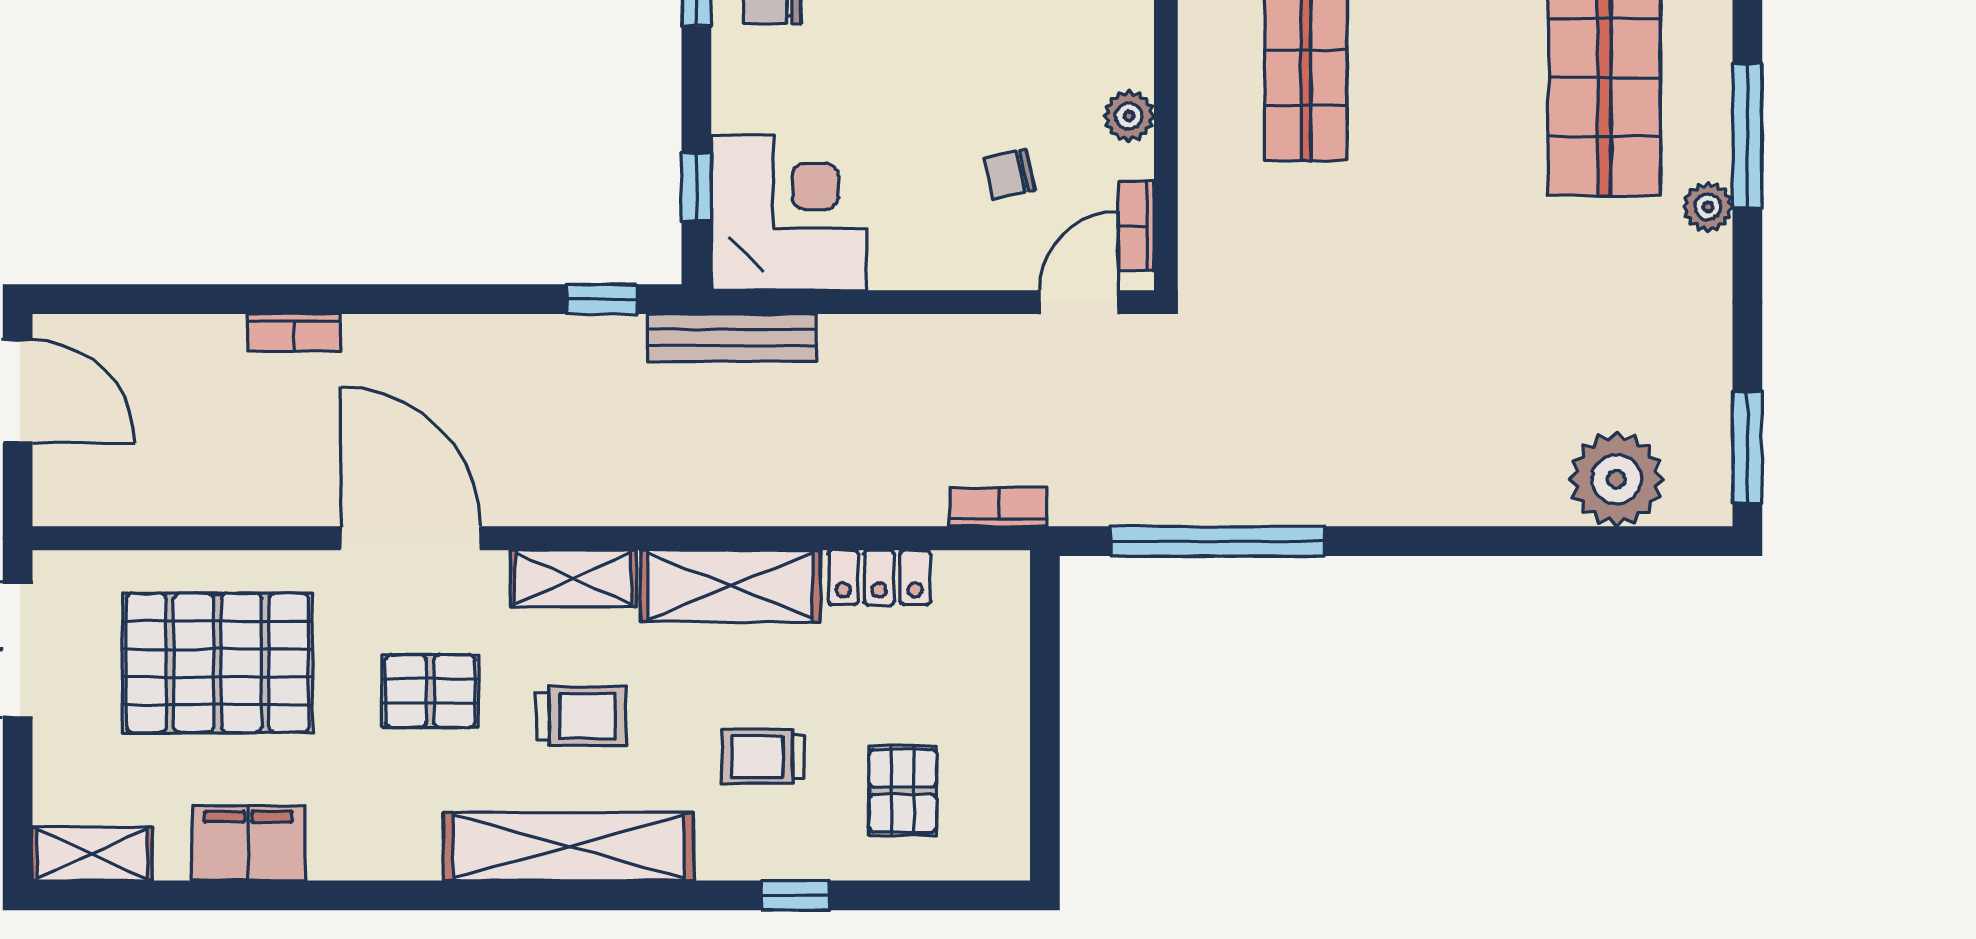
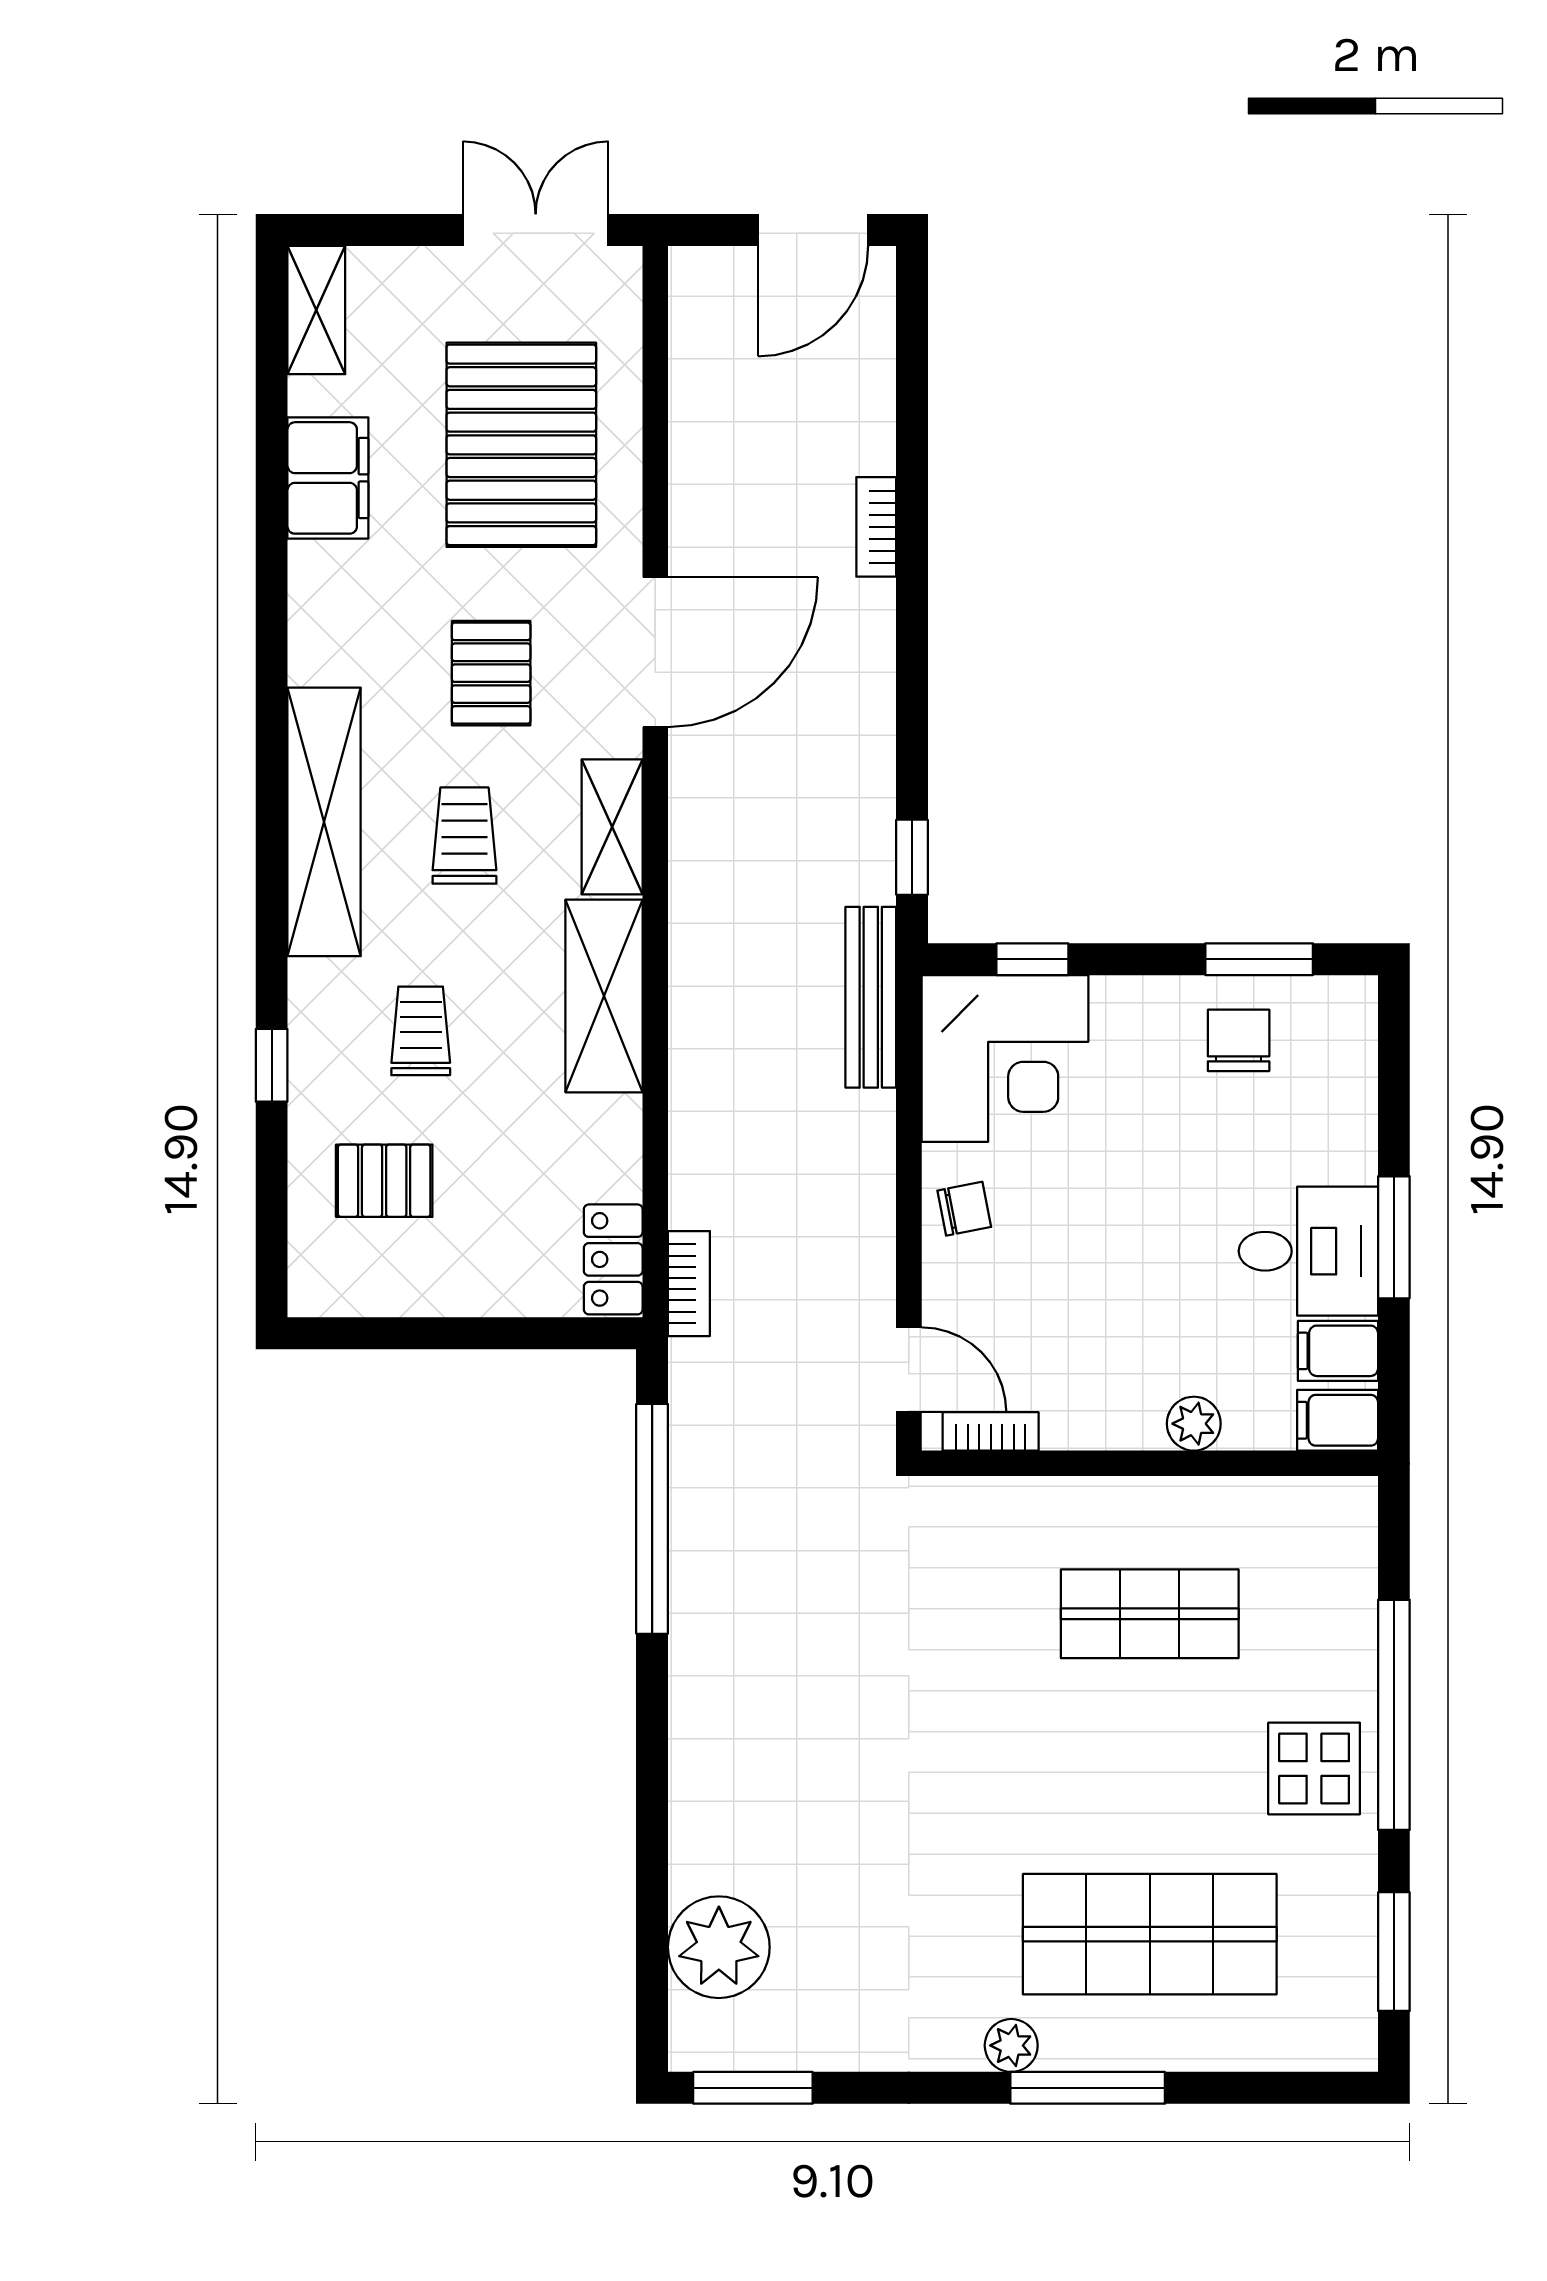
plant: (1129, 116) -> (1194, 1424), moved
chair: (1009, 174) -> (964, 1209), moved, turned 92
locker: (879, 577) -> (613, 1259), moved
trolley: (581, 716) -> (464, 836), turned 180

